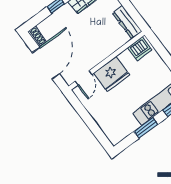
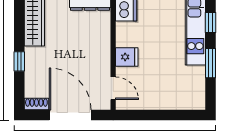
fridge: (112, 74) -> (127, 57), width x0.53, depth x0.75

